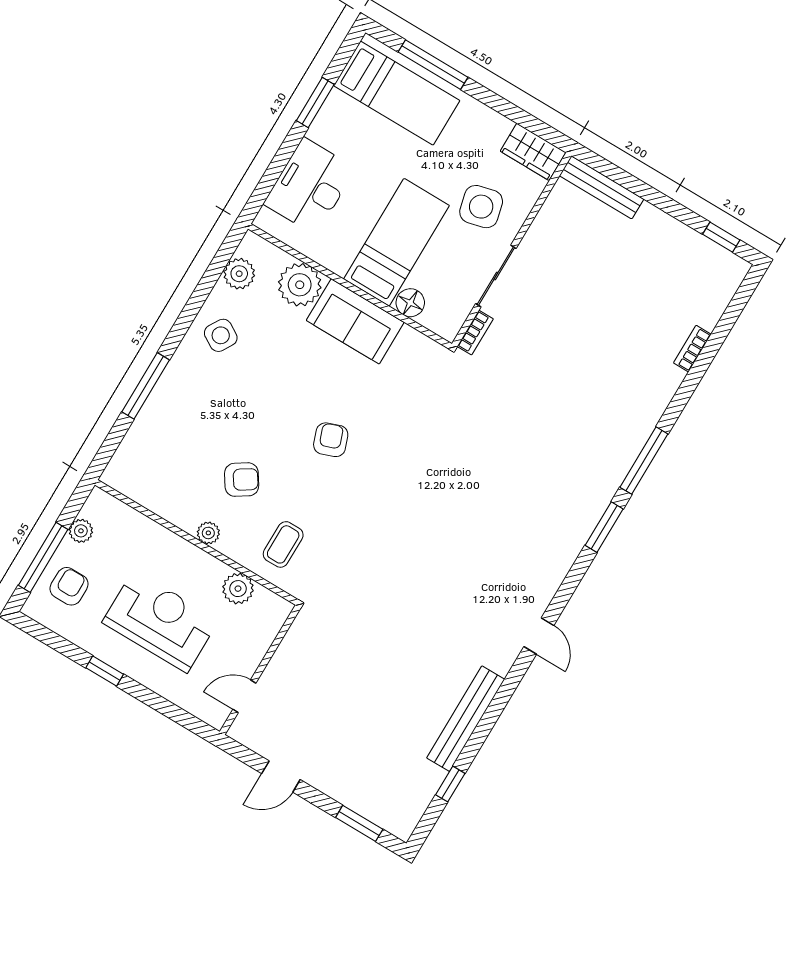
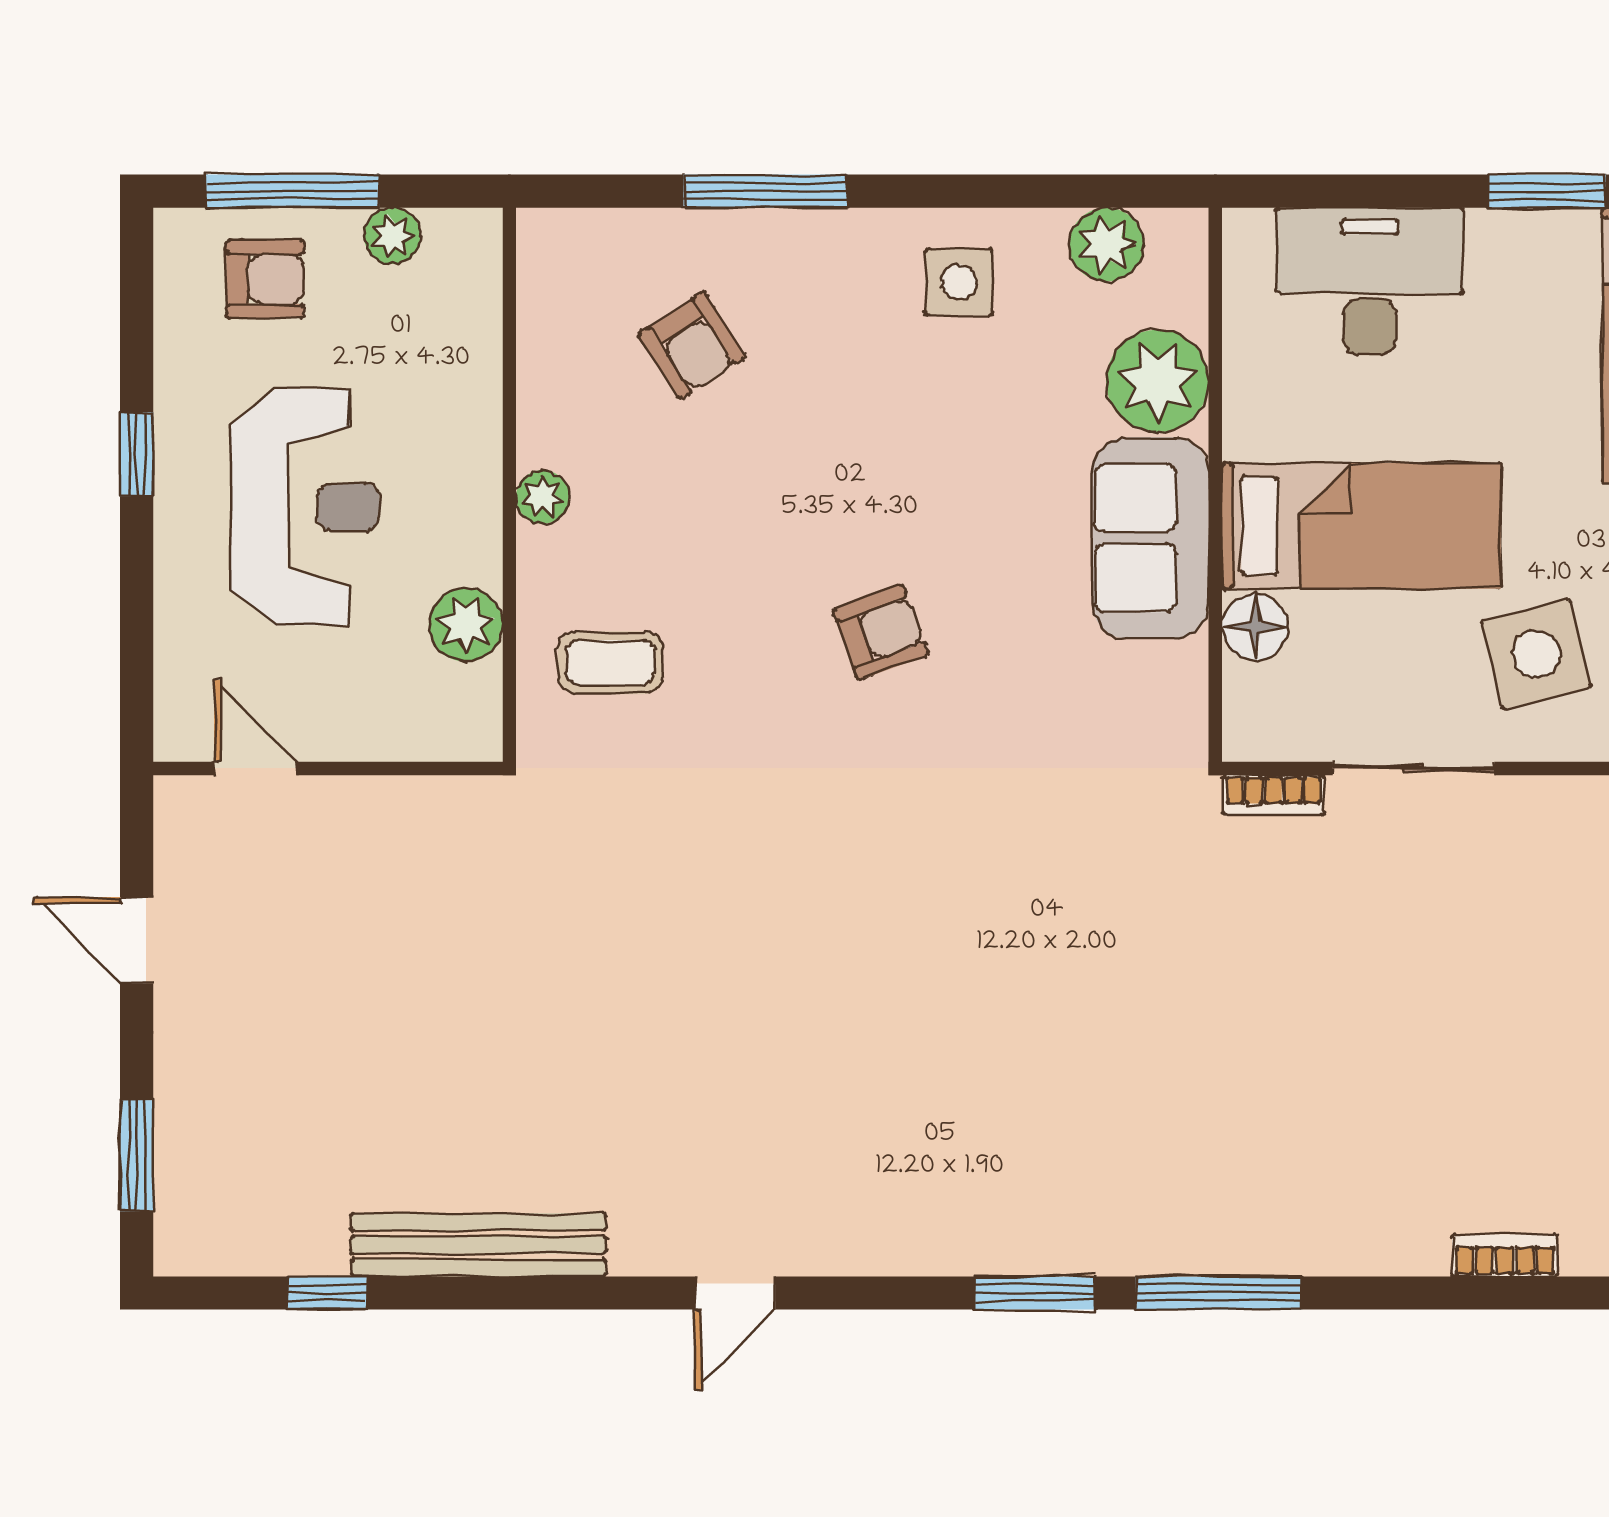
side table: (221, 335) -> (959, 282), turned -31
armchair: (242, 480) -> (692, 346), moved

